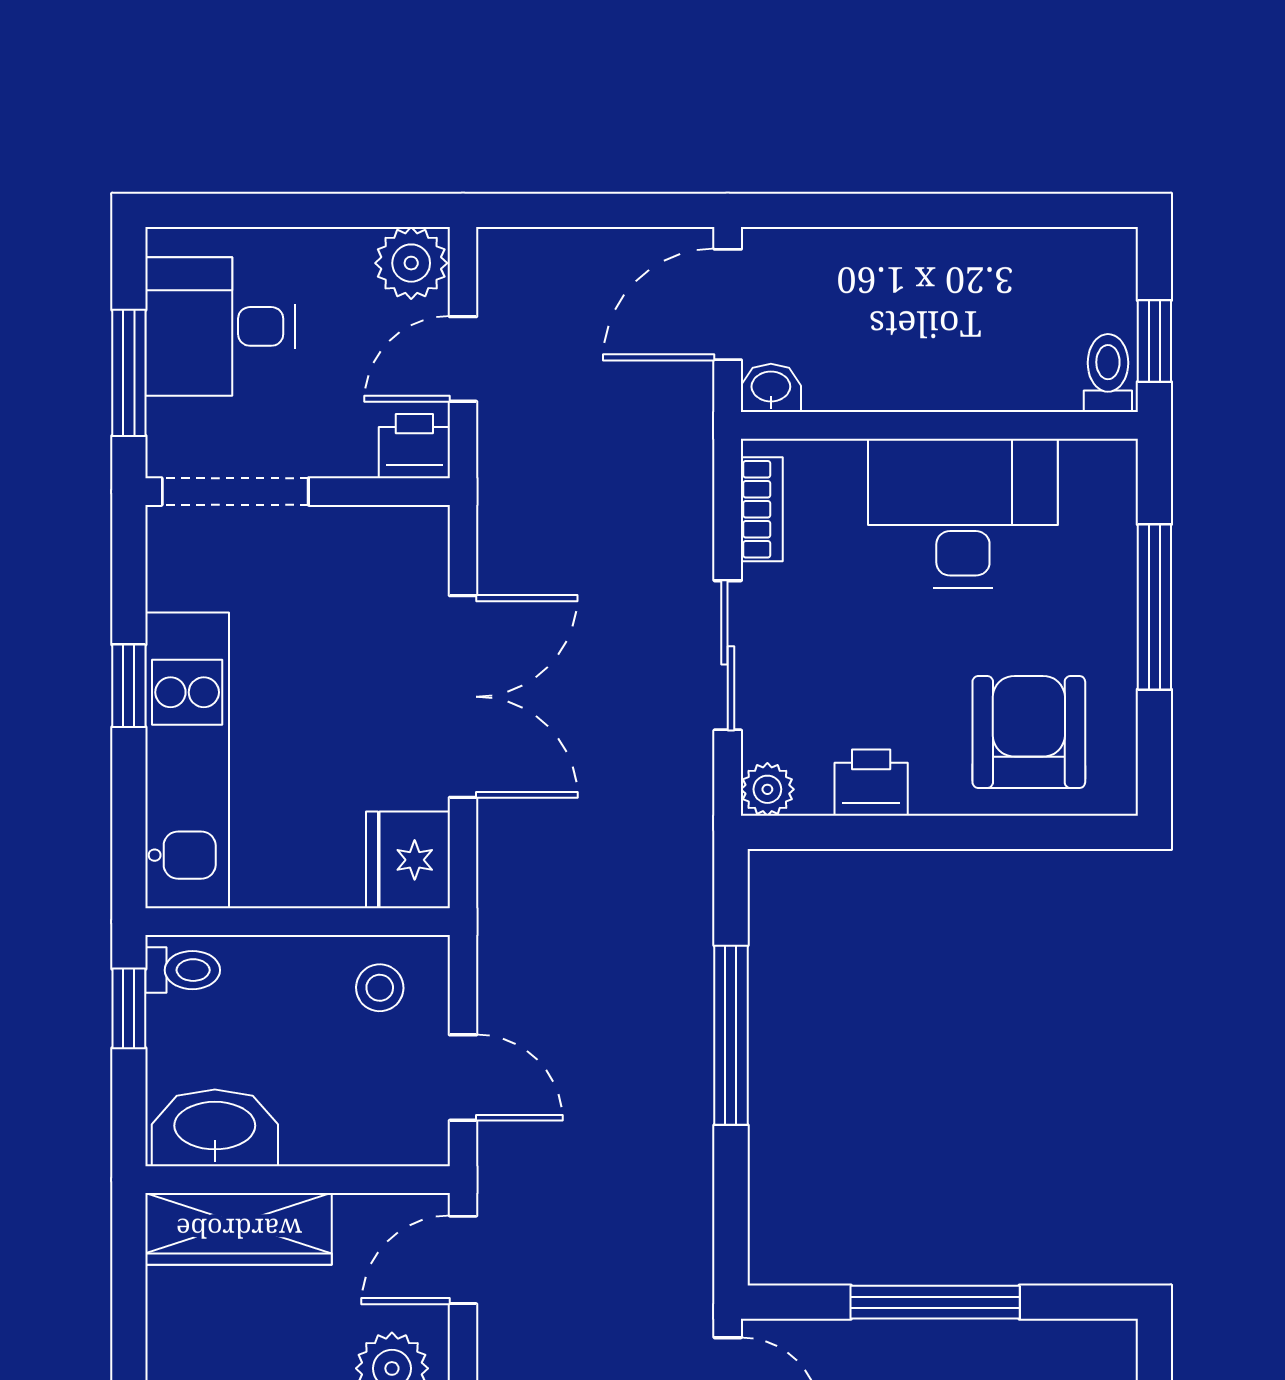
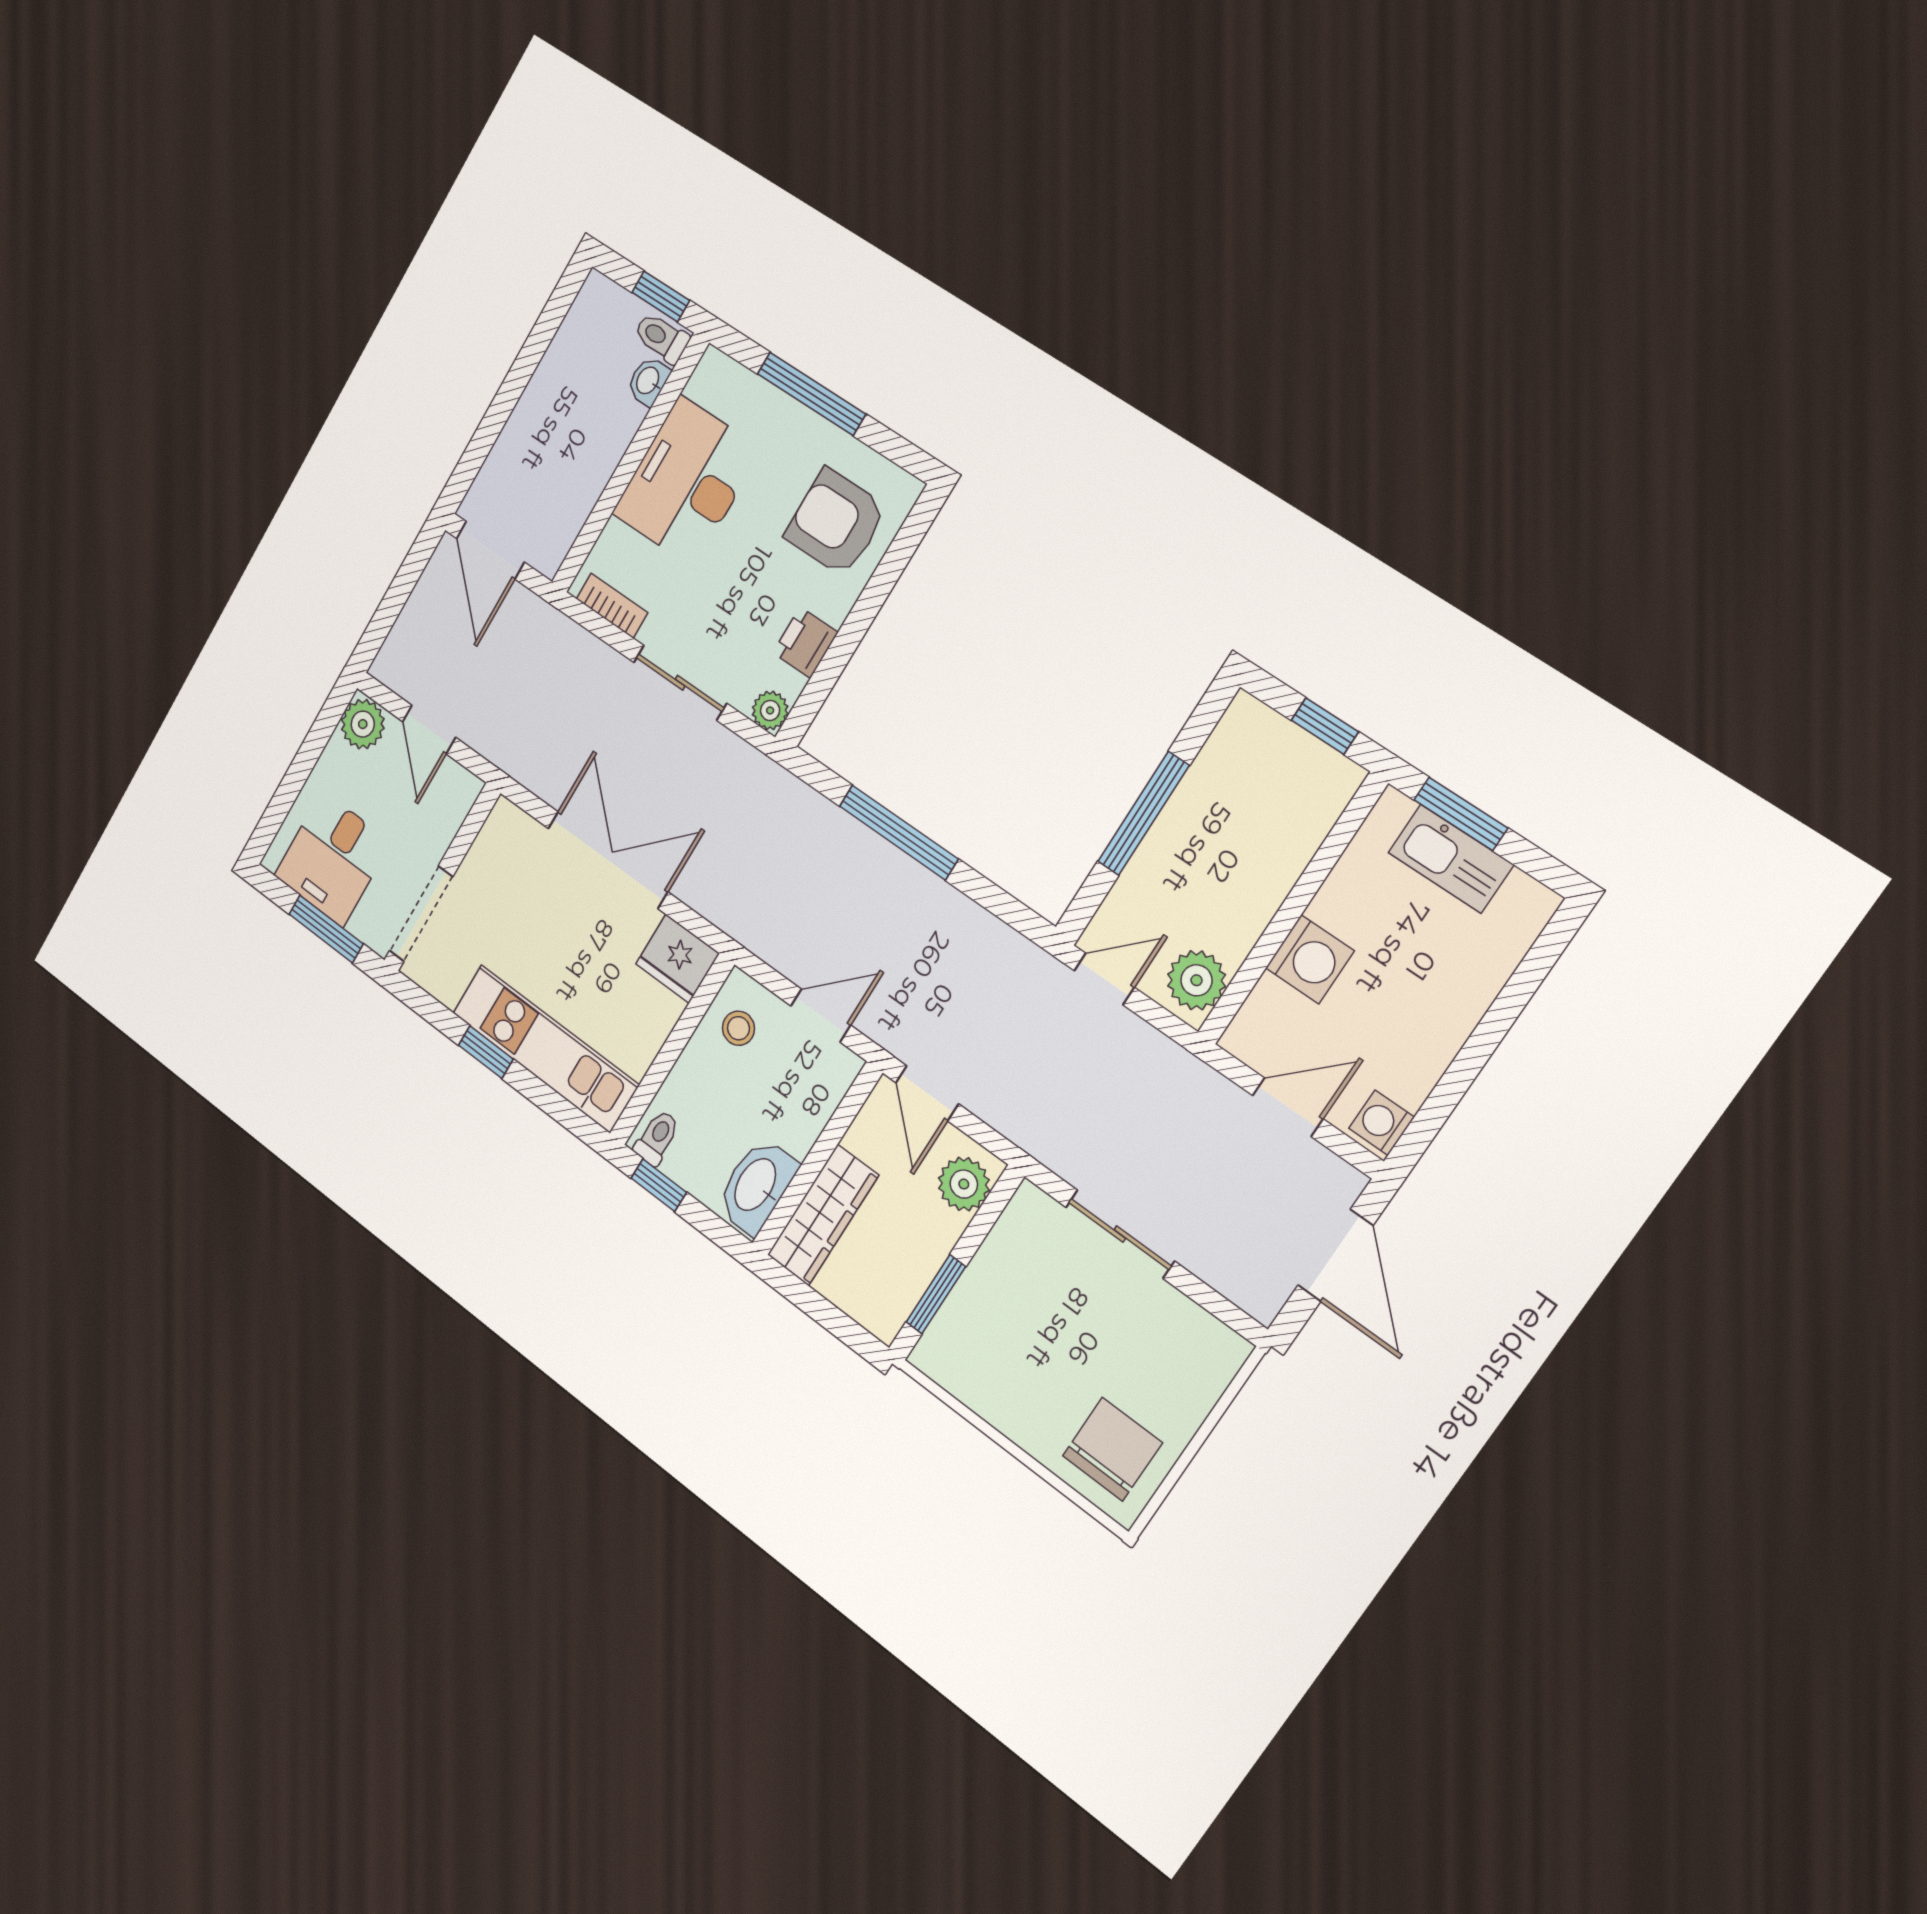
washbasin: (771, 388) -> (648, 381), moved
printer: (414, 446) -> (458, 791), removed

